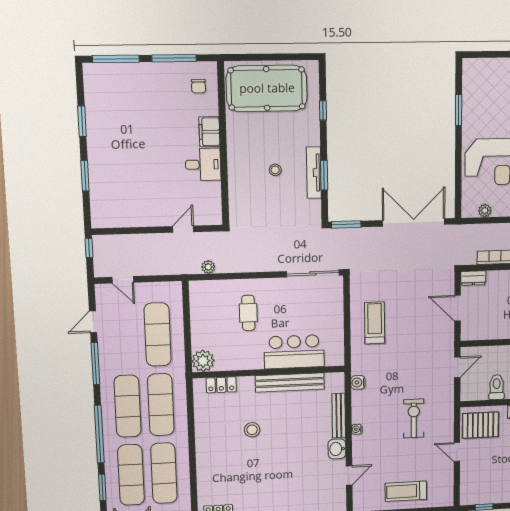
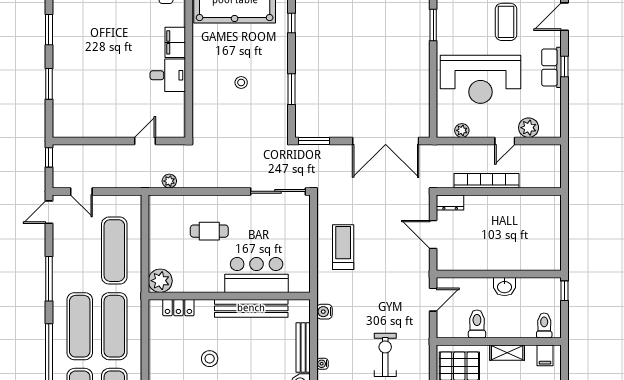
tv unit: (314, 173) -> (281, 86), removed
double door: (414, 222) -> (386, 141), swing flipped
cafe table: (248, 313) -> (209, 231), turned 90
door: (93, 322) -> (49, 212), moved

